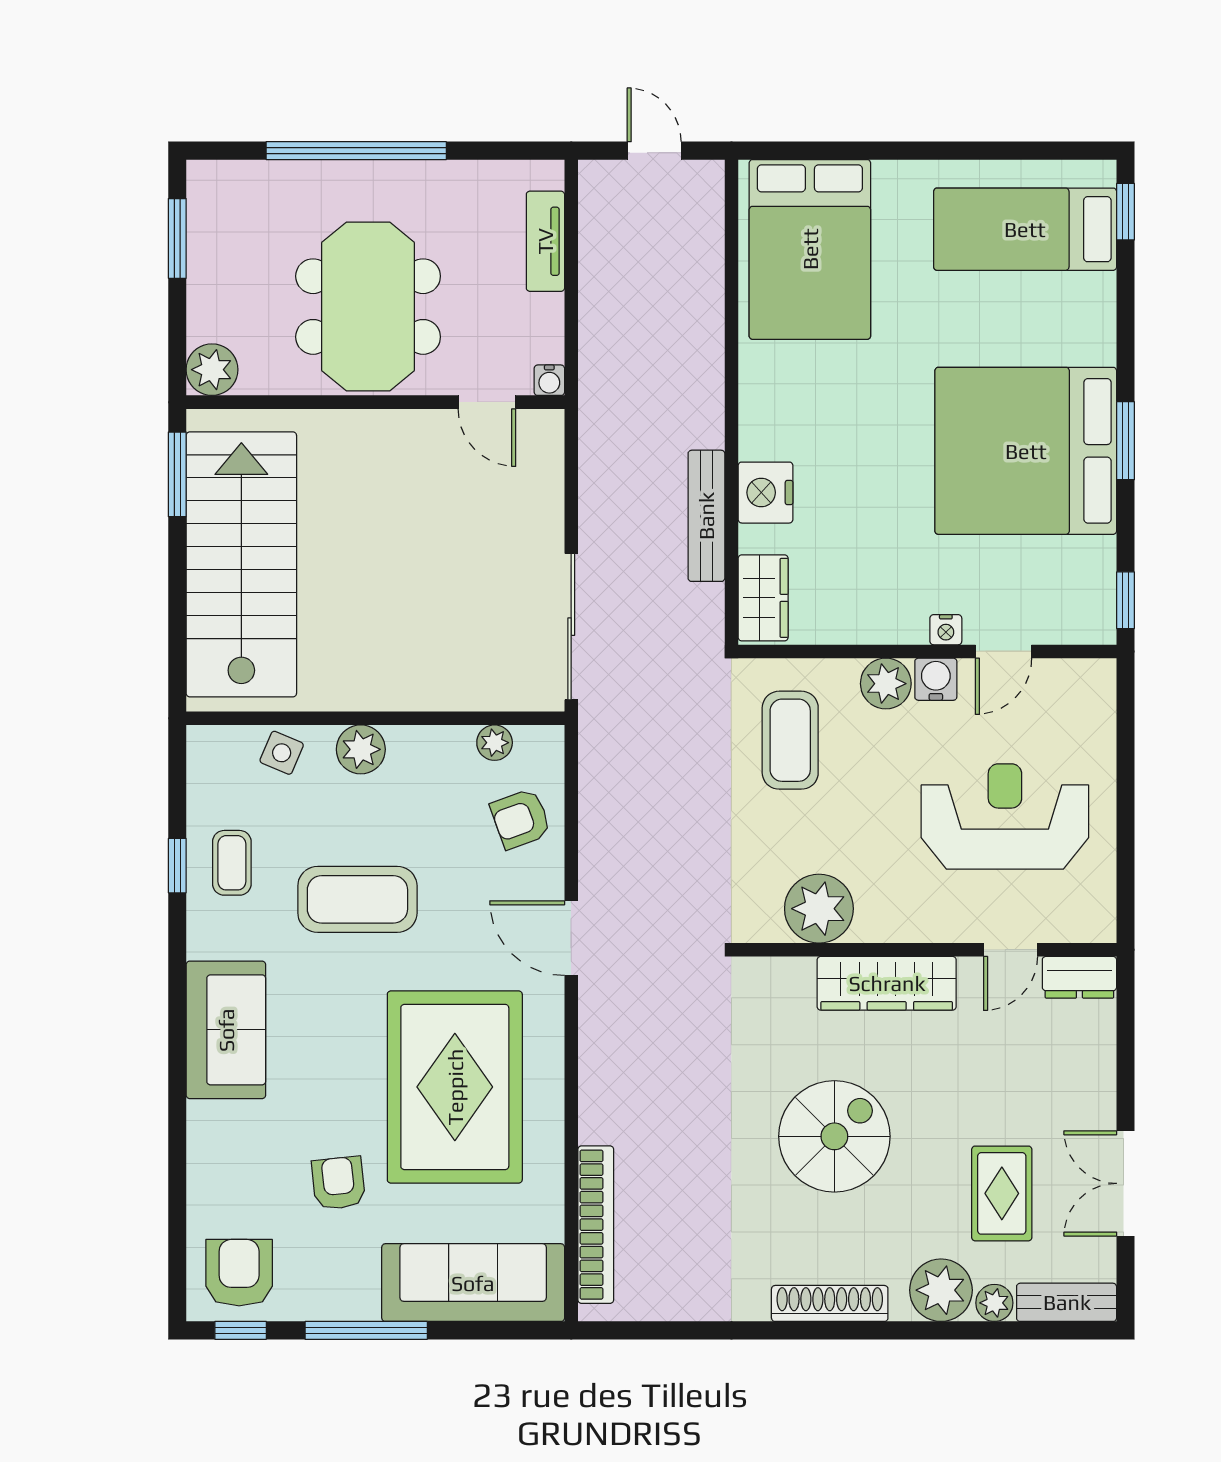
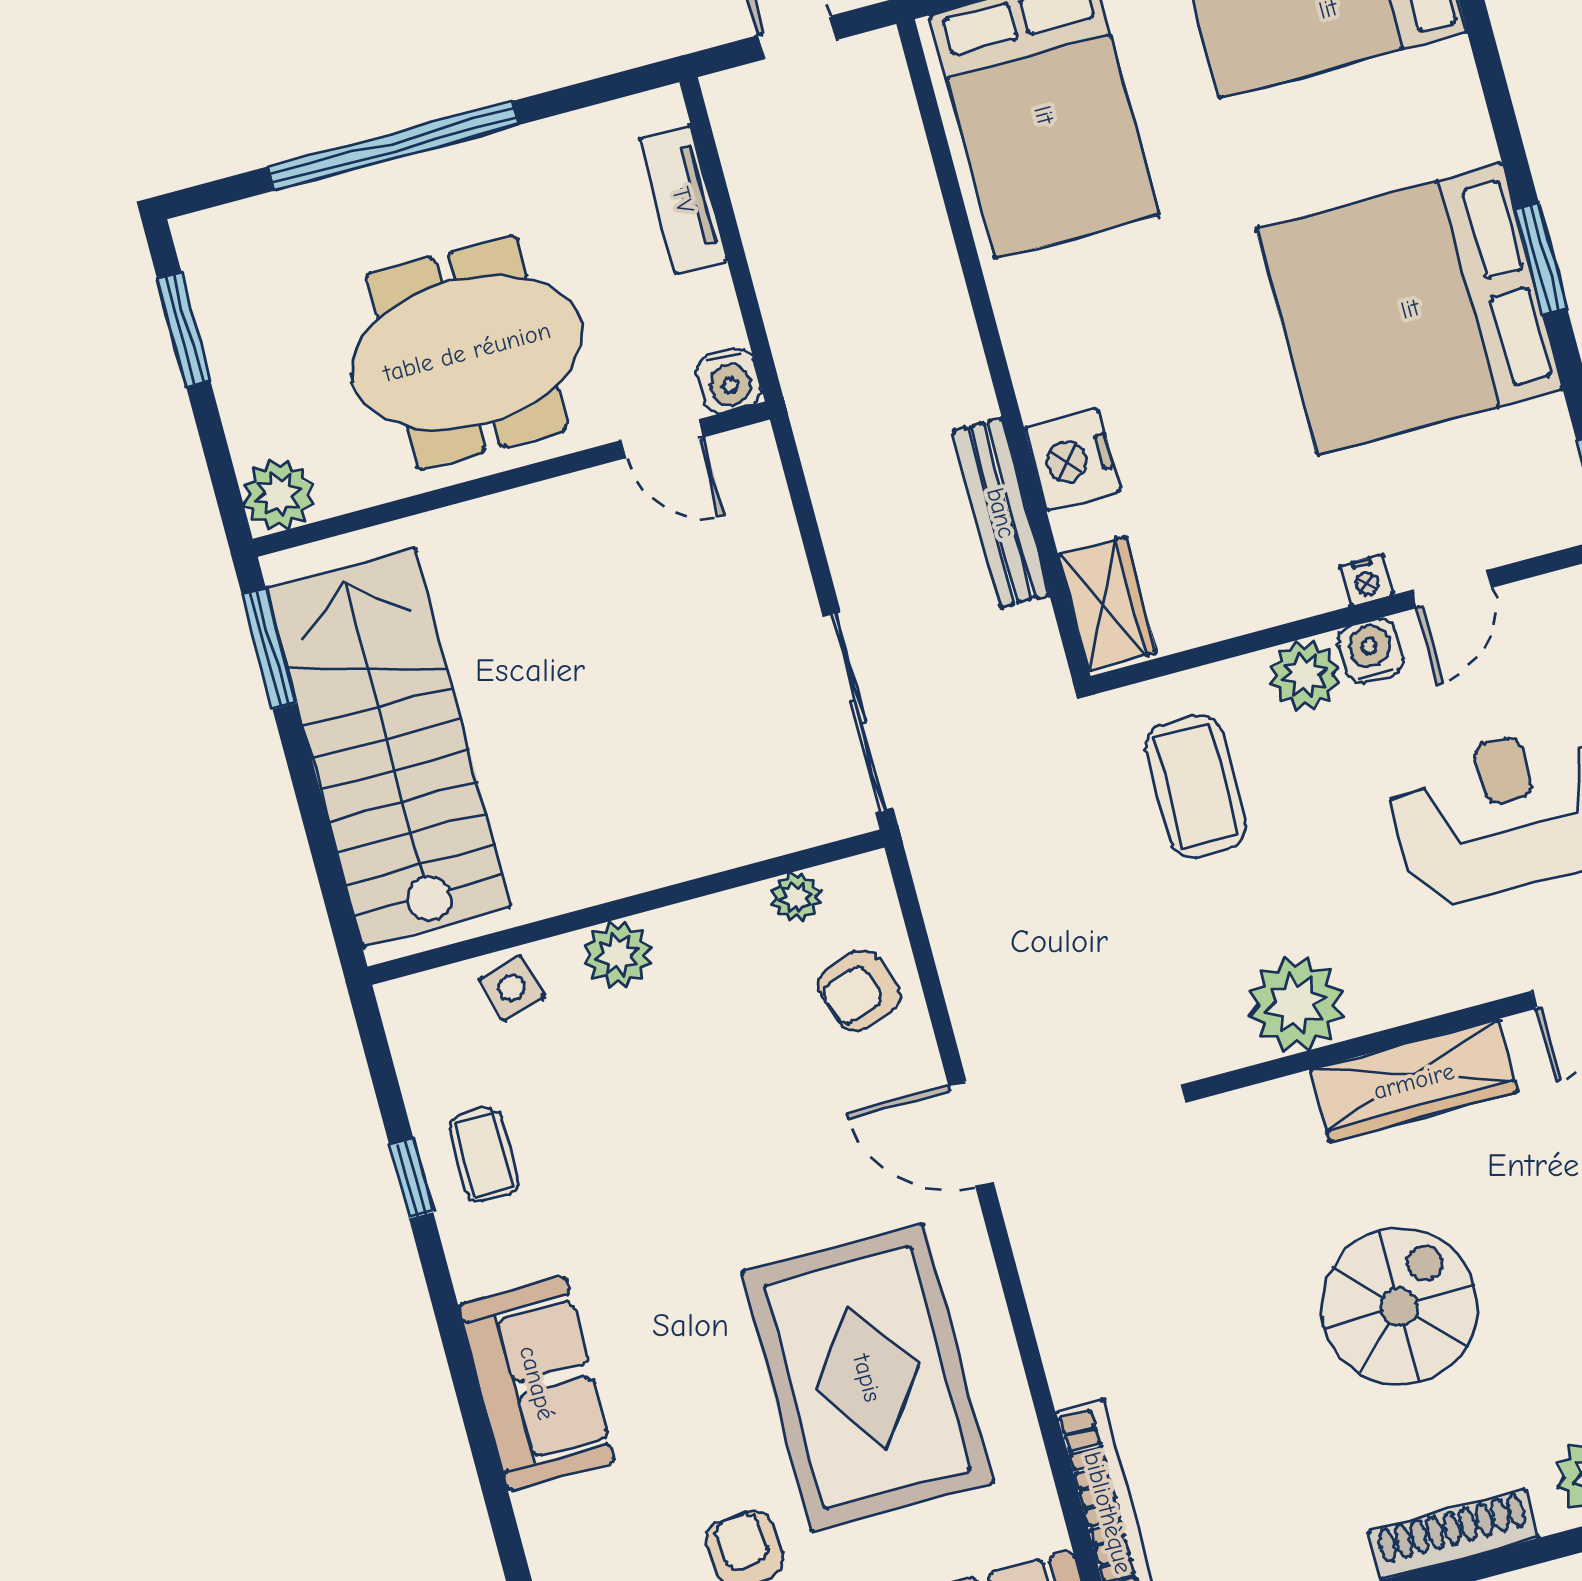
meeting table: (368, 307) -> (467, 352), turned 90
water cooler: (549, 380) -> (729, 381), width x1.38, depth x1.38
side table: (282, 753) -> (512, 988), turned -38
coffee table: (357, 899) -> (667, 1159), removed

